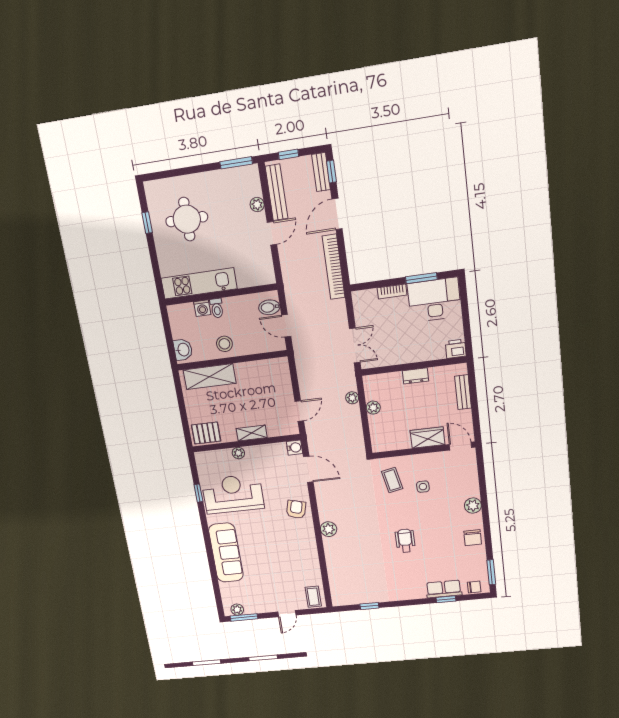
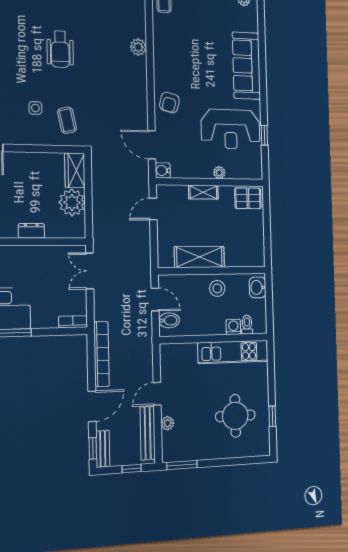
bookcase: (392, 291) -> (73, 322), moved
toilet: (217, 308) -> (247, 325), moved
shelving: (210, 377) -> (199, 257), moved
plant: (352, 398) -> (98, 216), removed
plant: (373, 408) -> (72, 202), width x1.88, depth x1.88
wardrobe: (428, 438) -> (75, 170), moved, turned 90
plant: (329, 529) -> (138, 47), moved
wheelchair: (405, 541) -> (60, 49), width x1.36, depth x1.37

